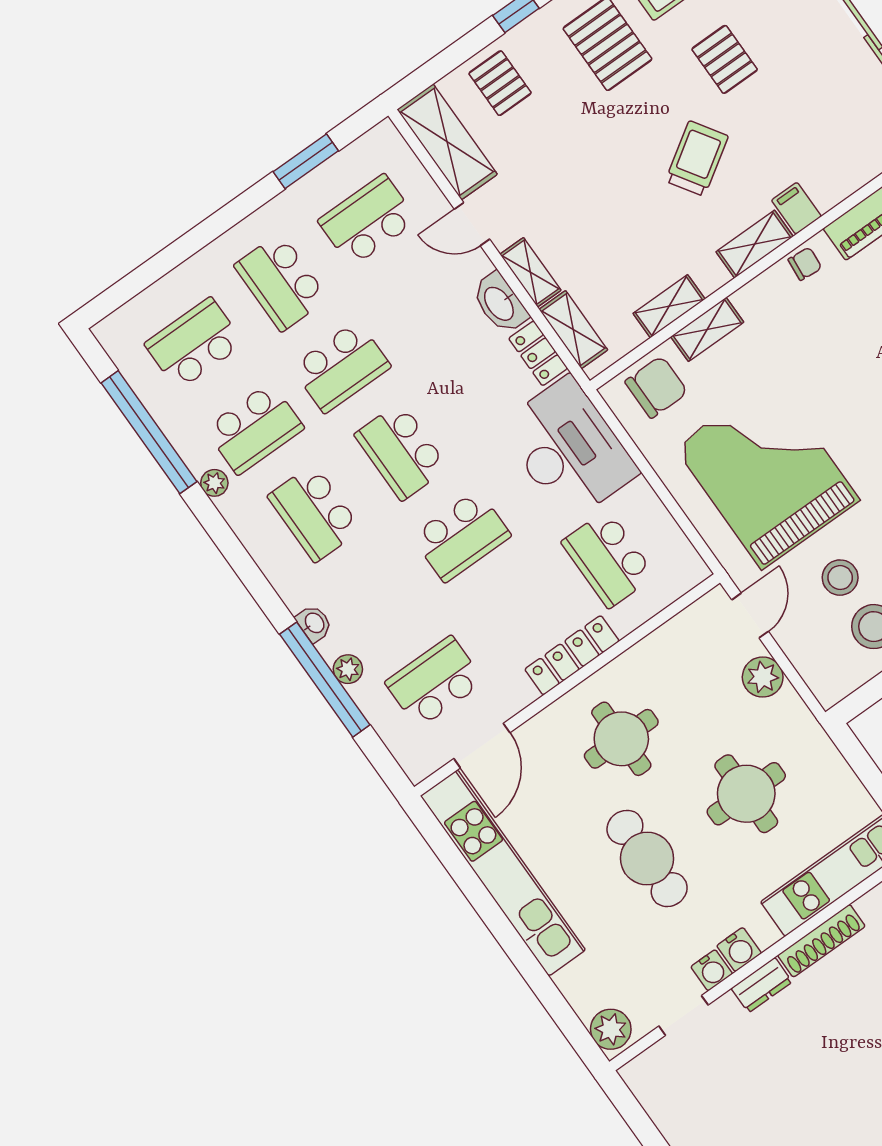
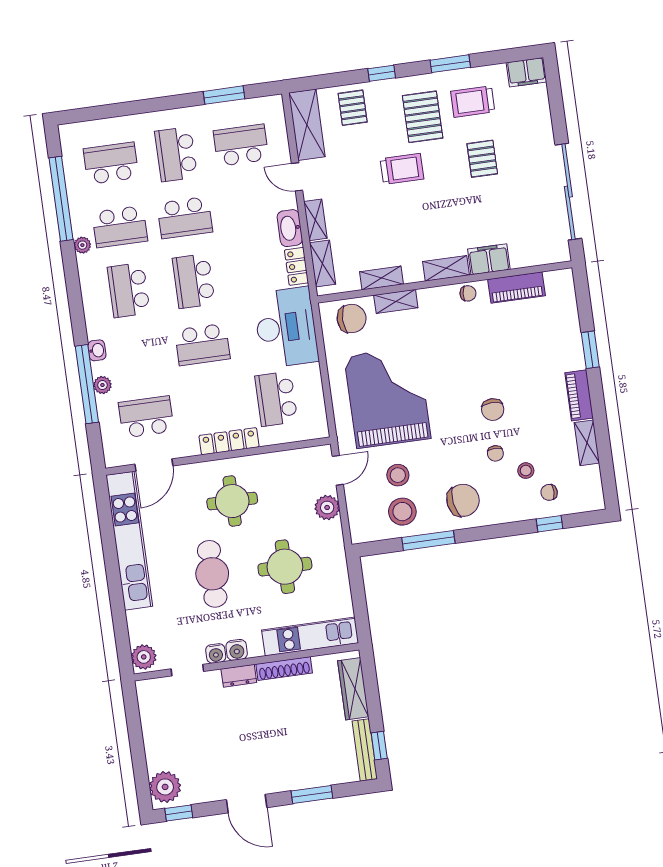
trolley: (697, 159) -> (402, 169), moved, turned 33
filing cabinet: (796, 208) -> (489, 259), width x2.00

